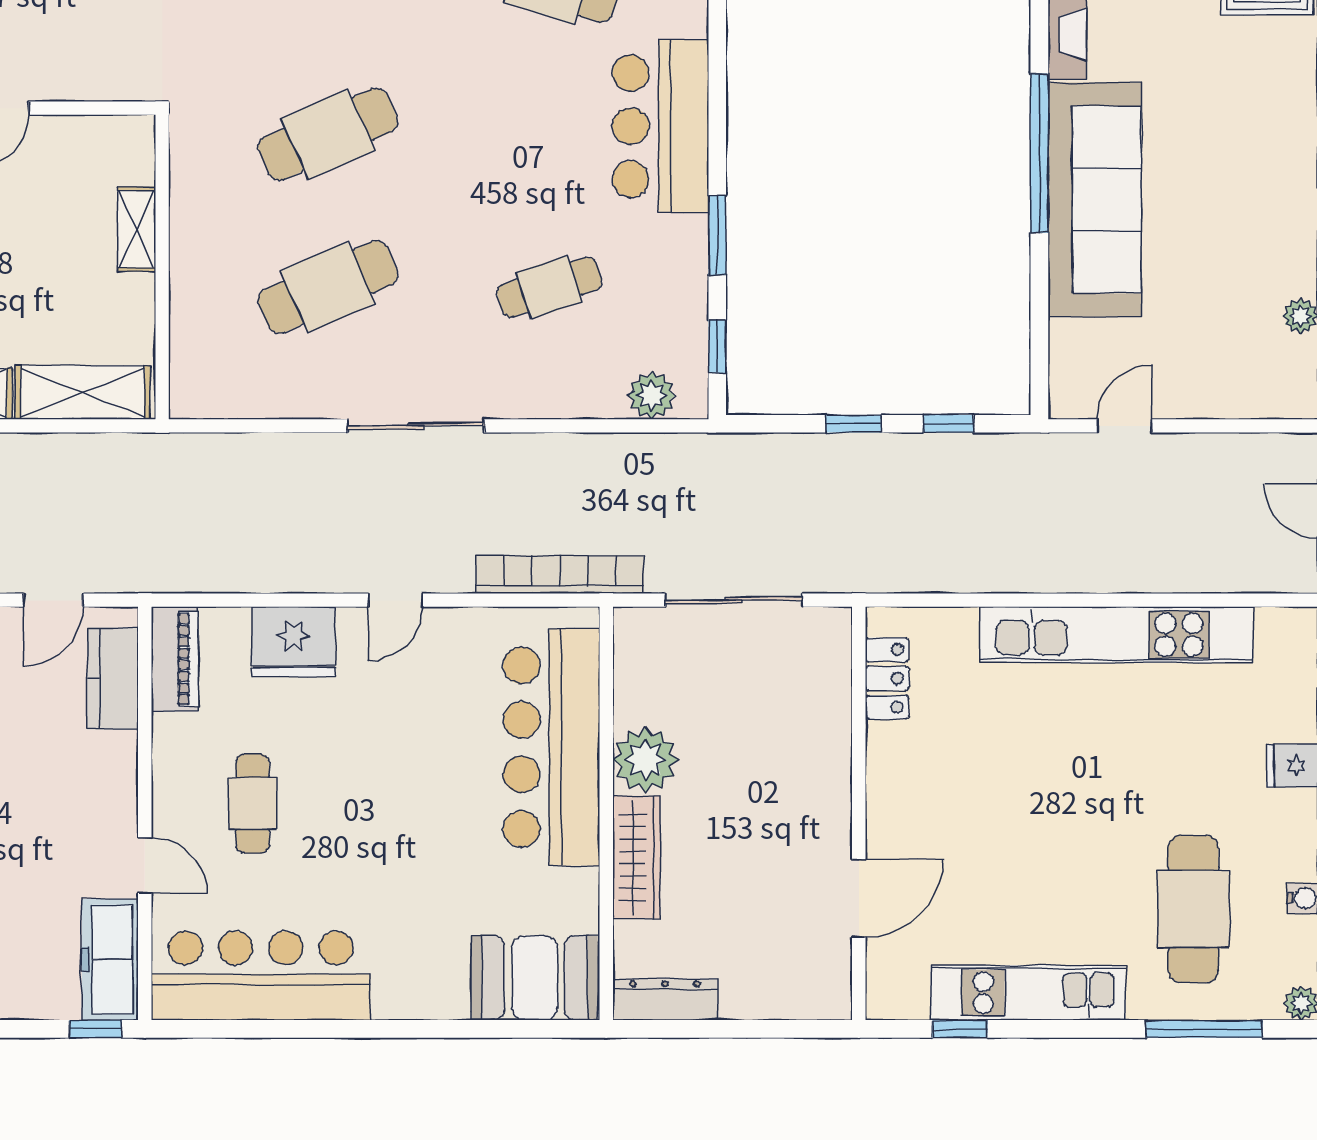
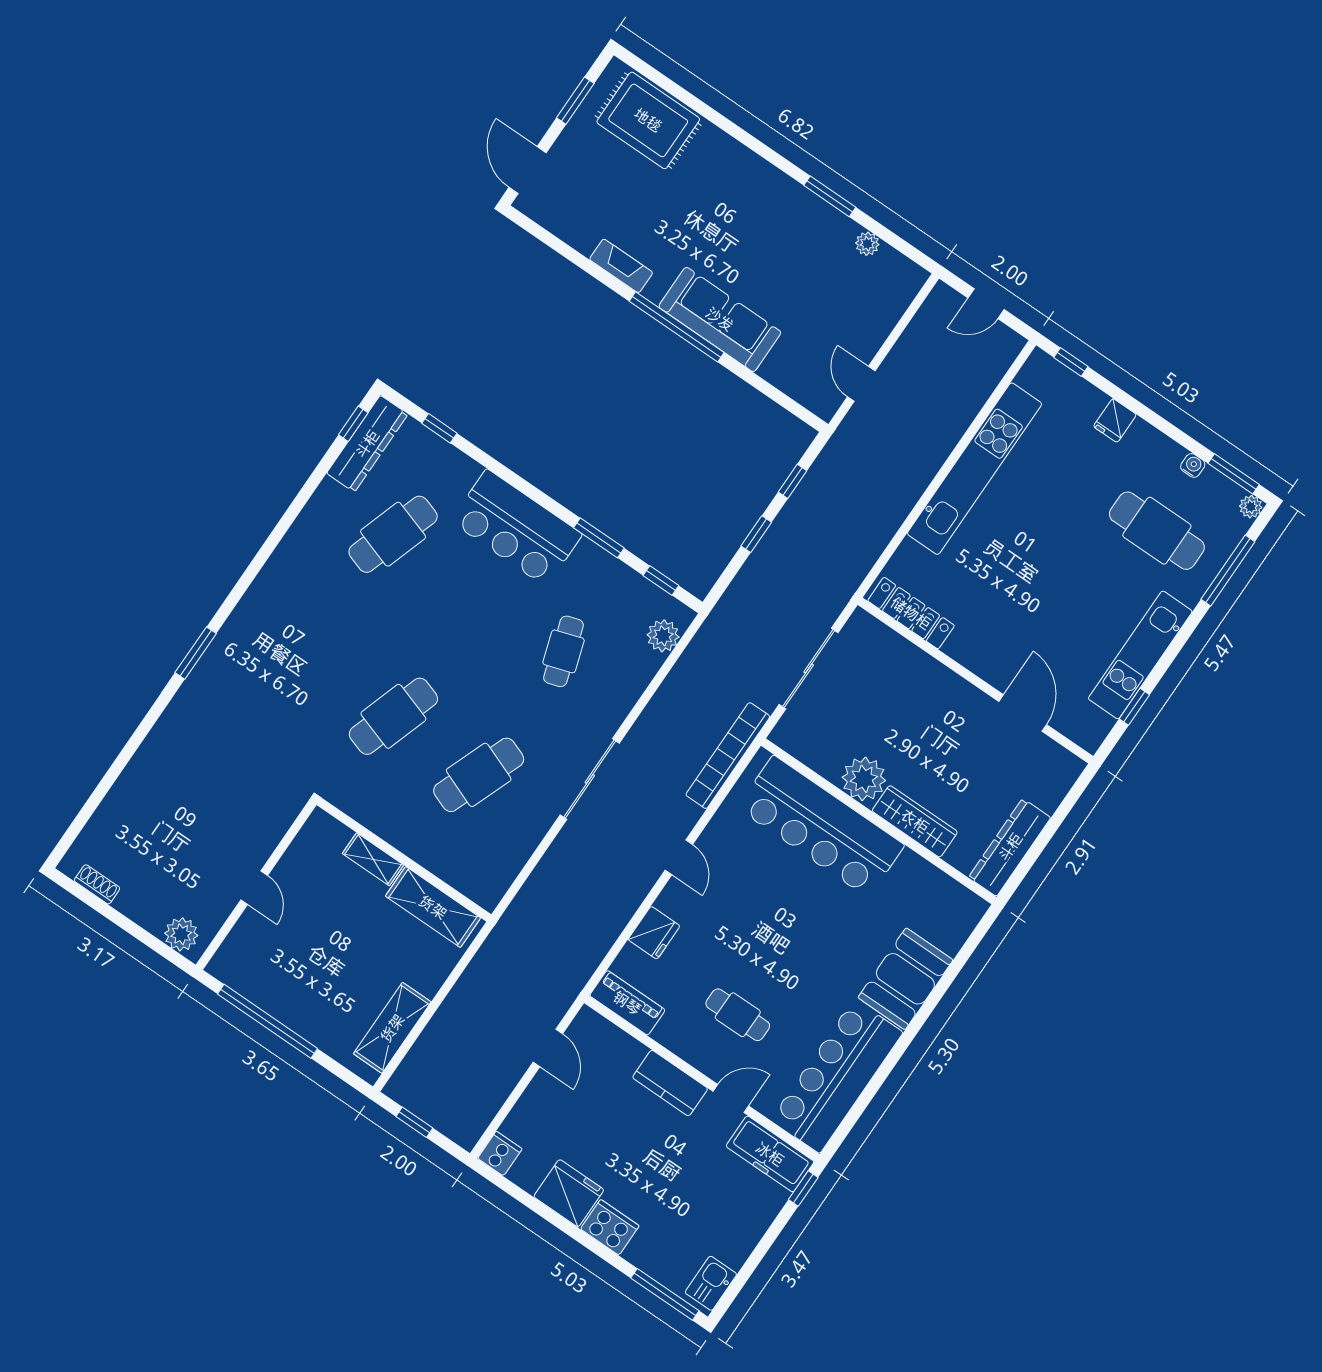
cafe table: (328, 134) -> (393, 716), turned 42
sofa: (1095, 200) -> (720, 319), width x0.74, depth x0.79
cafe table: (328, 287) -> (479, 775), turned 45
shelving: (82, 392) -> (433, 907), moved, turned 90
fridge: (293, 642) -> (654, 933), width x0.73, depth x0.75
locker: (887, 678) -> (911, 613), width x1.53
kitchen counter: (113, 679) -> (670, 1083), moved
booth: (534, 978) -> (905, 979), moved
dresser: (665, 1000) -> (1010, 847), width x1.37, depth x1.24

